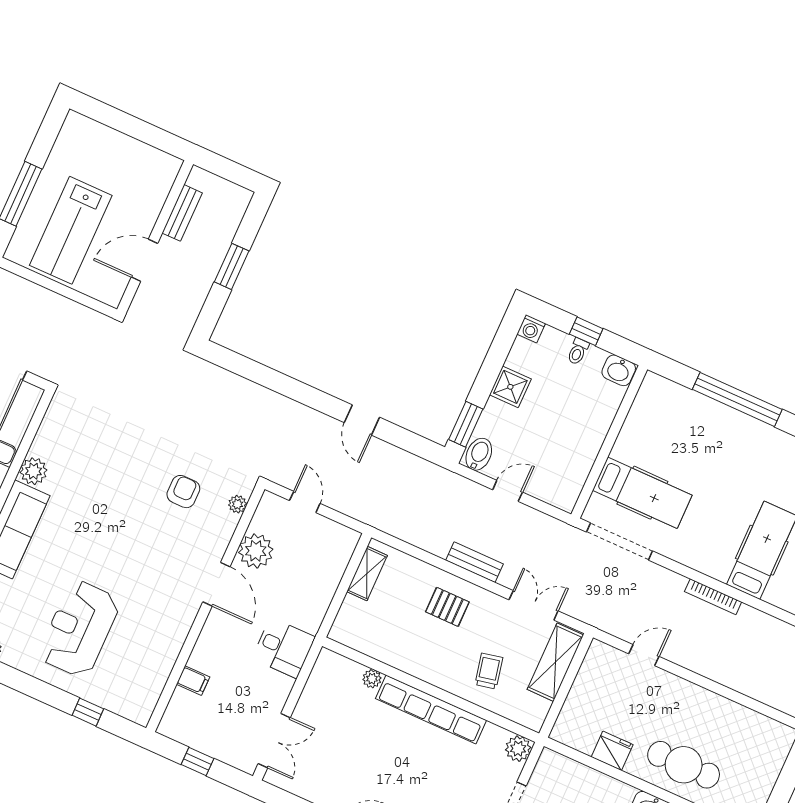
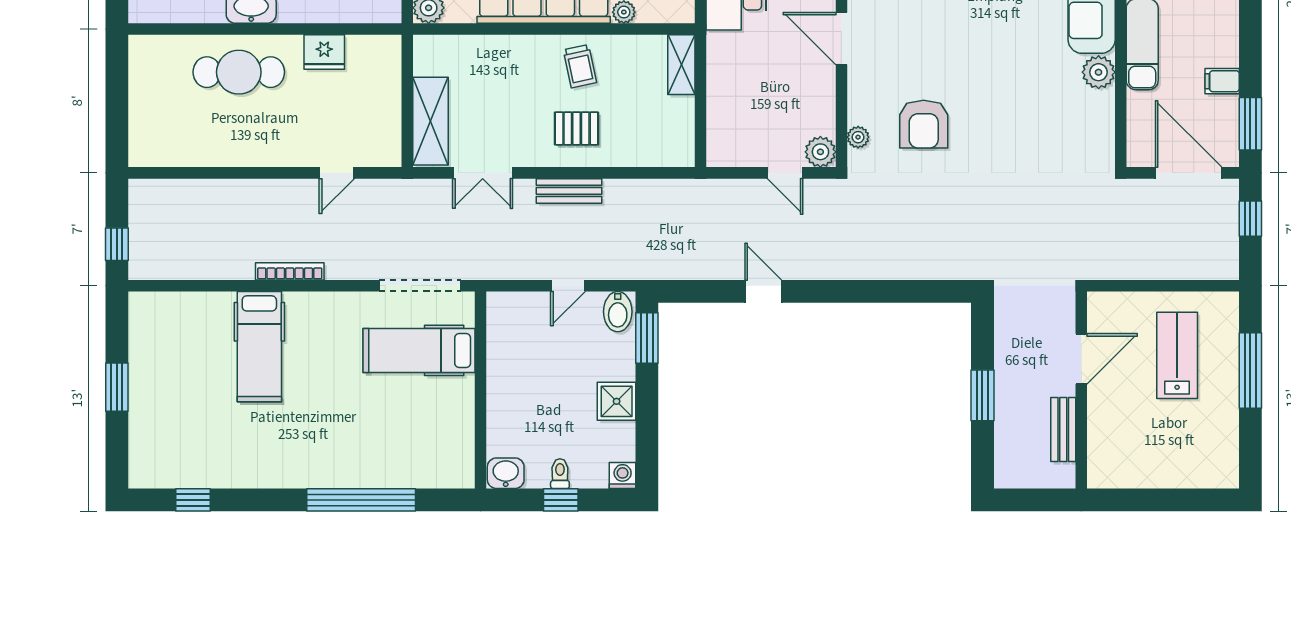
lab bench: (71, 230) -> (1177, 355), width x0.73, depth x0.72
armchair: (183, 492) -> (924, 124), width x1.38, depth x1.38
plant: (256, 551) -> (820, 152), moved, width x0.73, depth x0.73
shelving: (367, 574) -> (681, 65), moved
trolley: (489, 671) -> (580, 66), moved

